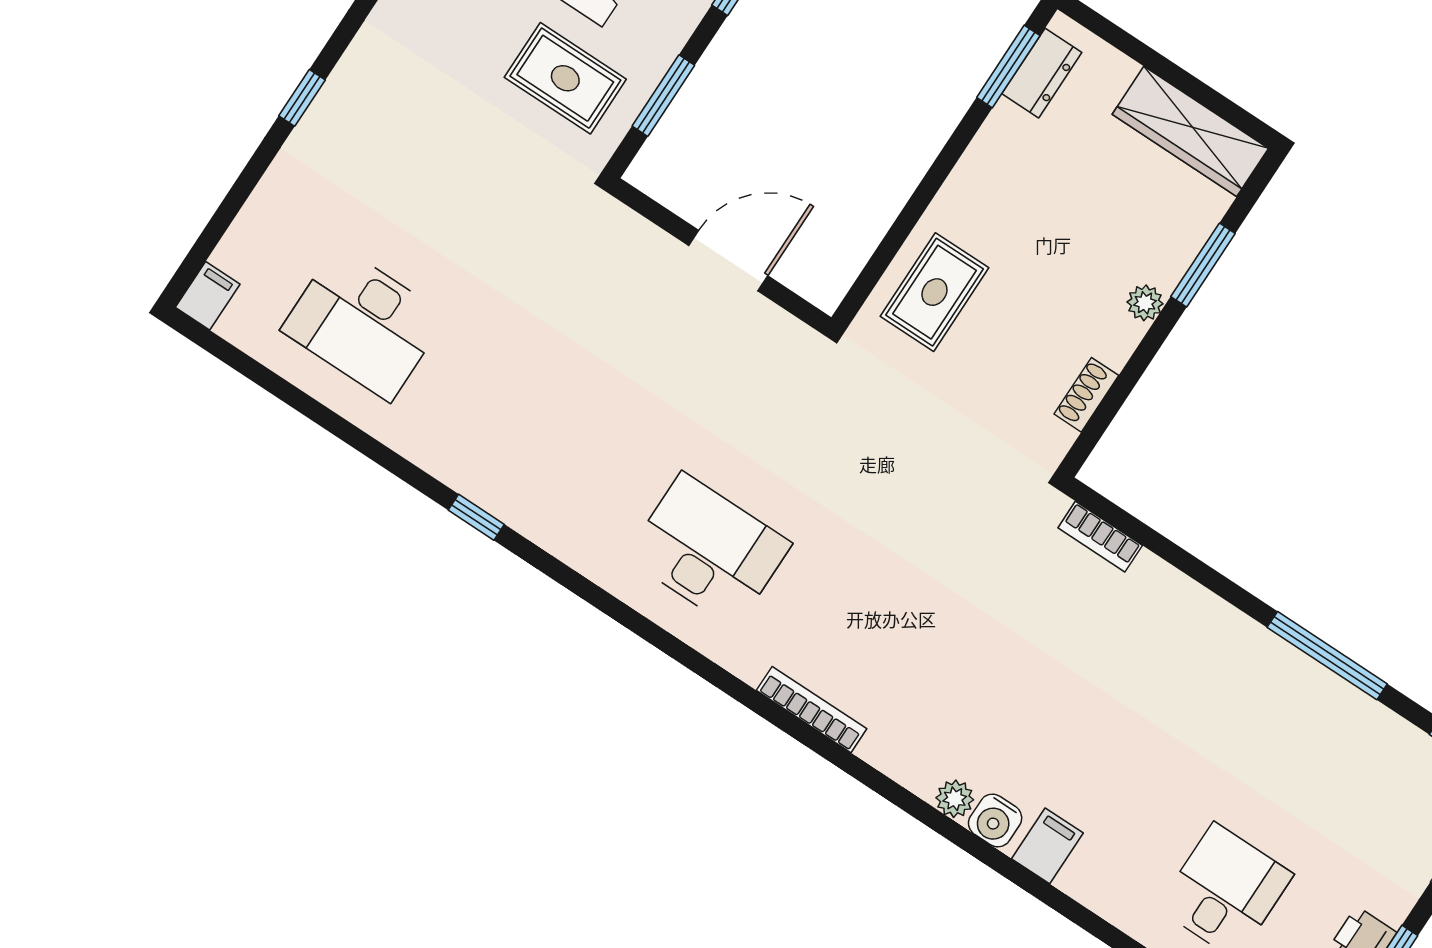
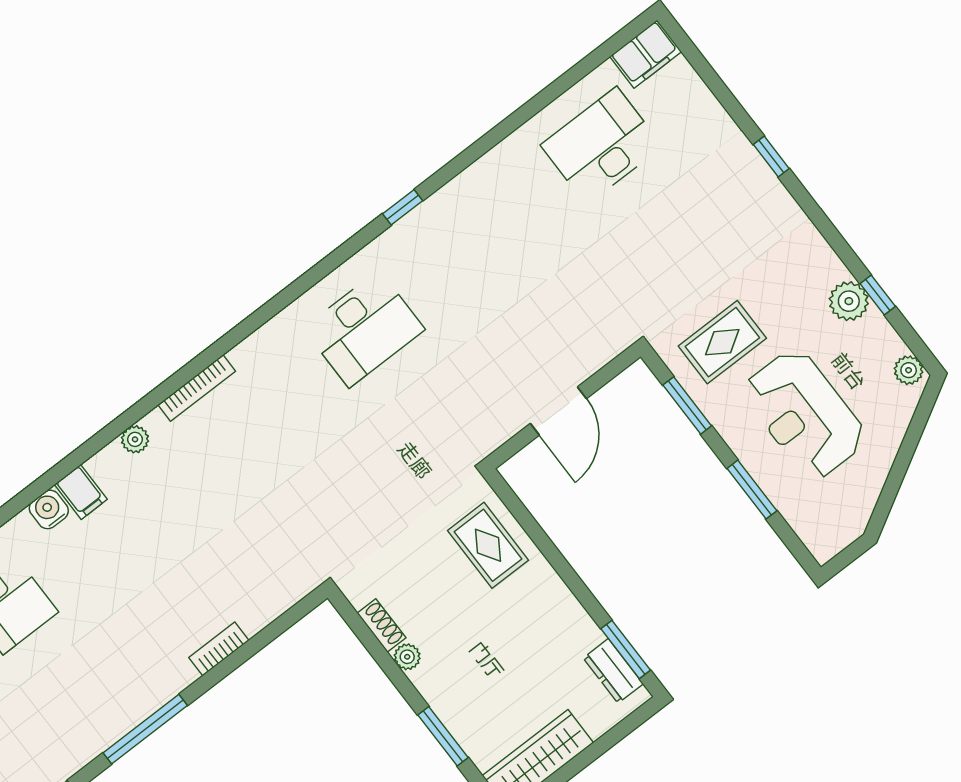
filing cabinet: (208, 296) -> (646, 54), width x2.00
plant: (1145, 303) -> (407, 657), moved
window: (476, 517) -> (403, 207), moved
bookcase: (1100, 537) -> (219, 649), moved
bookcase: (812, 710) -> (197, 388), moved
water cooler: (995, 821) -> (49, 509), moved

